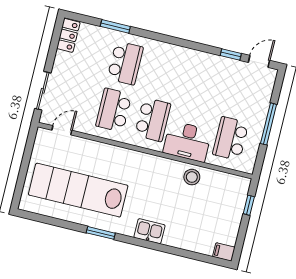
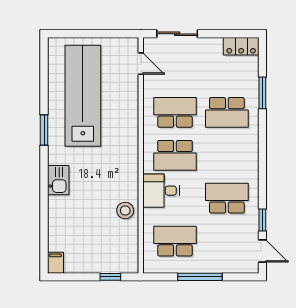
school desk: (203, 82) -> (227, 198), added
desk: (187, 141) -> (161, 191), width x0.73

